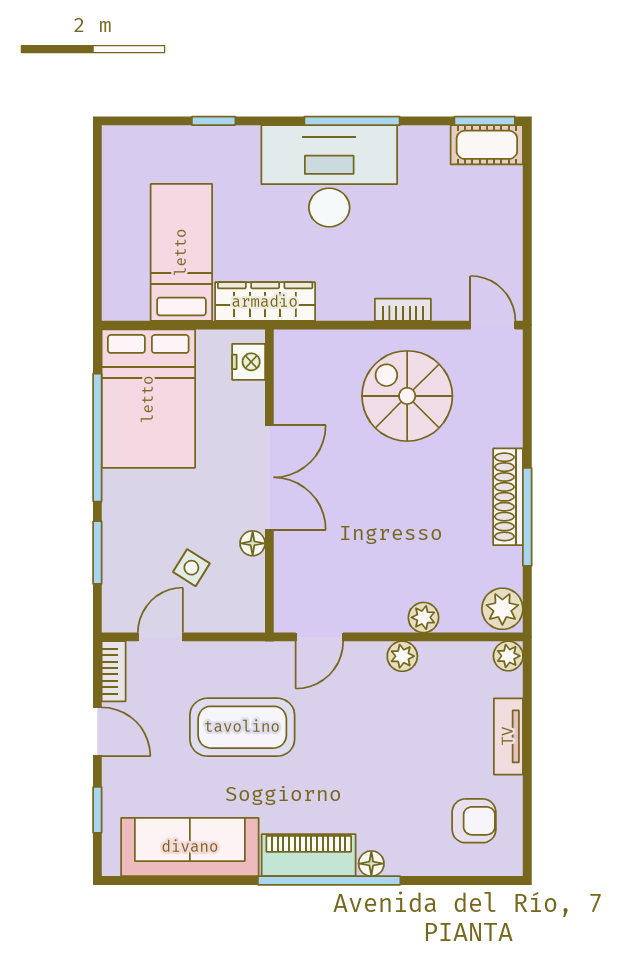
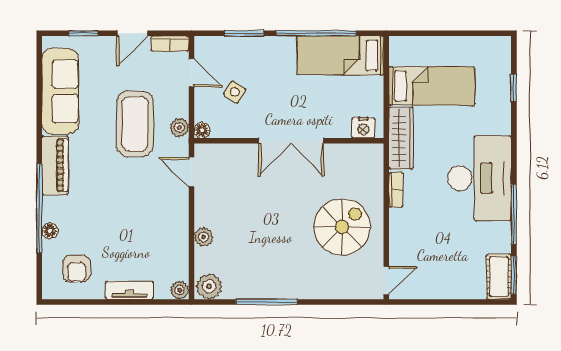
window: (214, 121) -> (514, 88), moved
window: (352, 121) -> (514, 214), moved
bookcase: (403, 310) -> (396, 190), moved
bed: (148, 399) -> (340, 55), width x0.67
shoe rack: (508, 497) -> (279, 290), removed
floor lamp: (253, 543) -> (202, 130), moved
plant: (402, 656) -> (179, 128), moved
floor lamp: (371, 864) -> (50, 231), moved
window: (329, 881) -> (39, 208), moved

